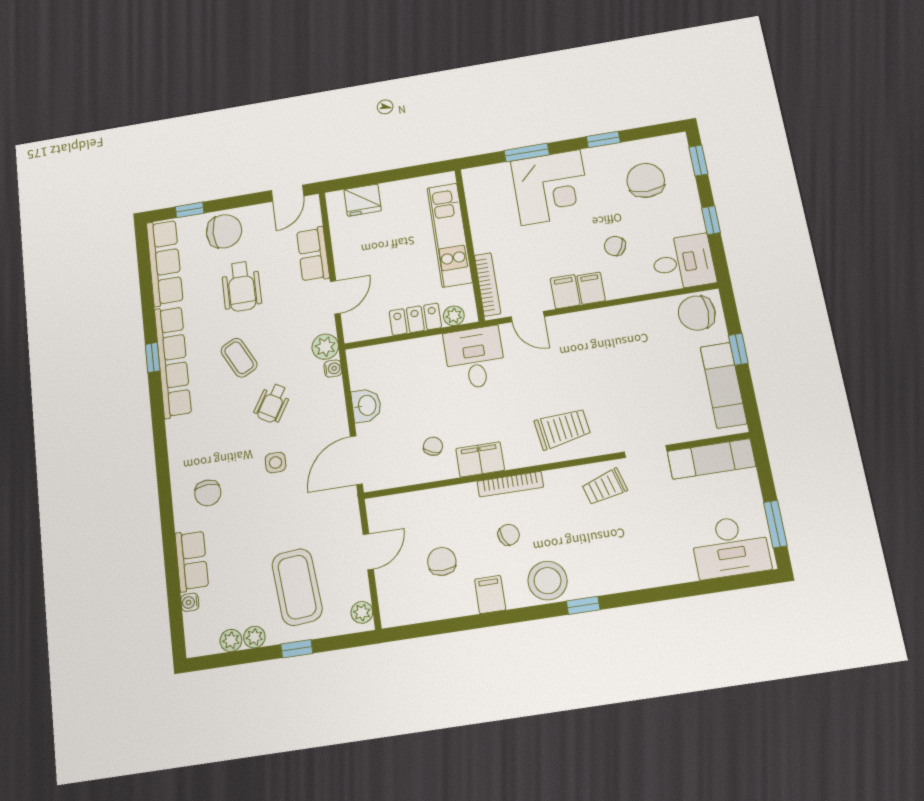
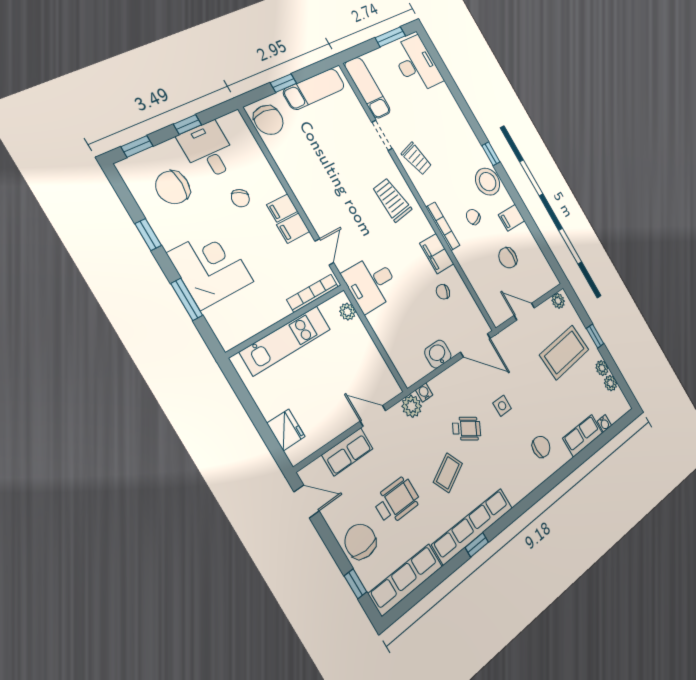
desk: (683, 262) -> (208, 150), moved
locker: (415, 319) -> (363, 342), removed

